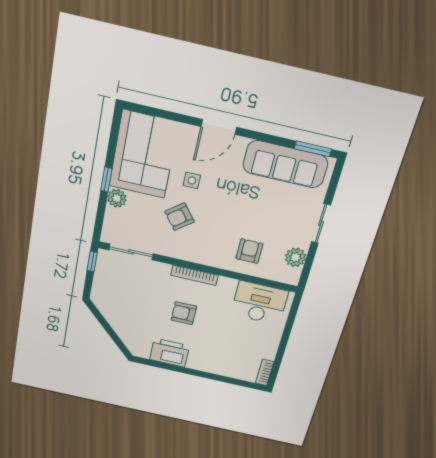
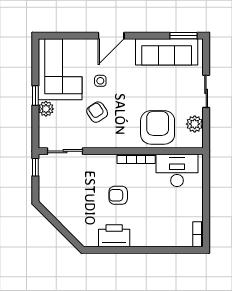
armchair: (180, 217) -> (97, 112), turned 95
armchair: (249, 251) -> (158, 127), width x1.88, depth x1.88
bookcase: (194, 275) -> (136, 159), moved

